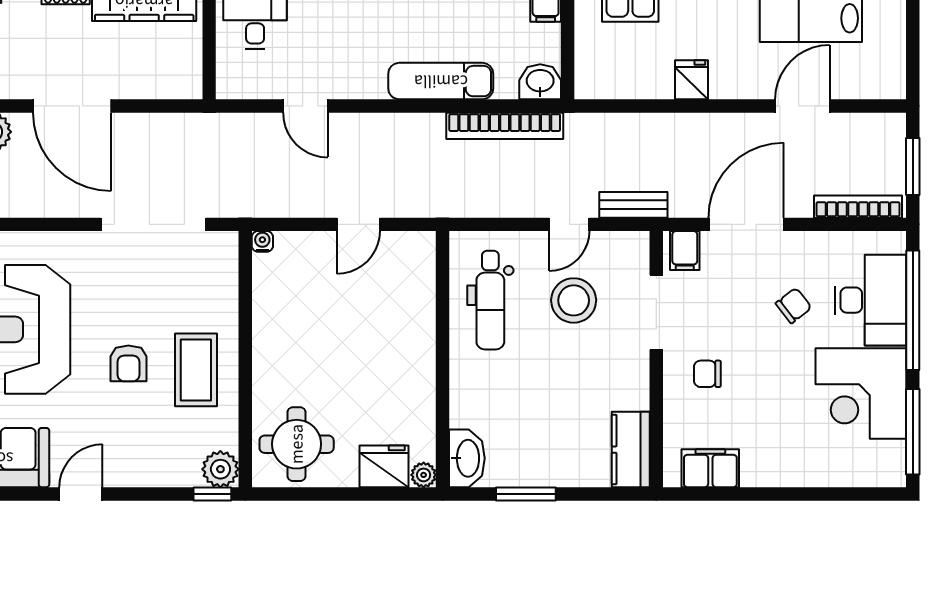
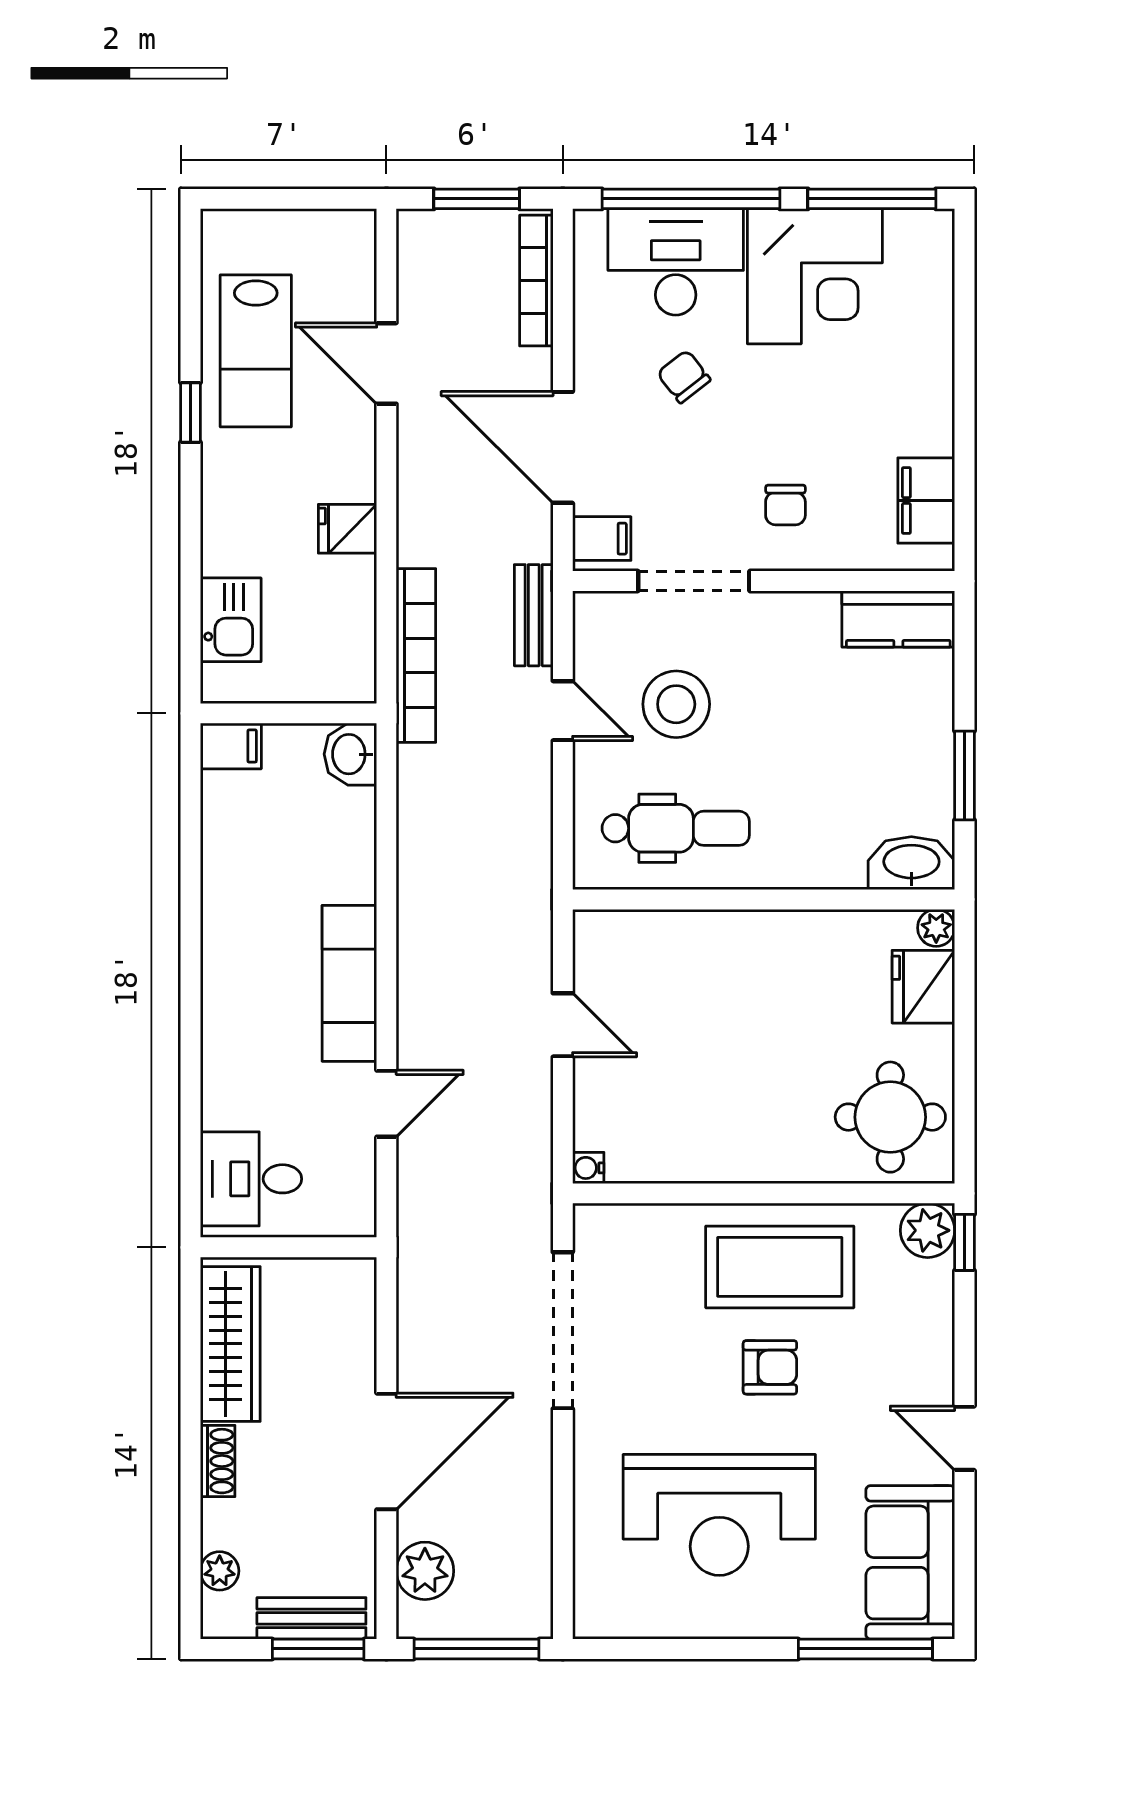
exam couch: (441, 81) -> (349, 983), moved
bookcase: (505, 126) -> (416, 655), moved
coffee table: (196, 370) -> (780, 1267), width x1.36, depth x1.32

